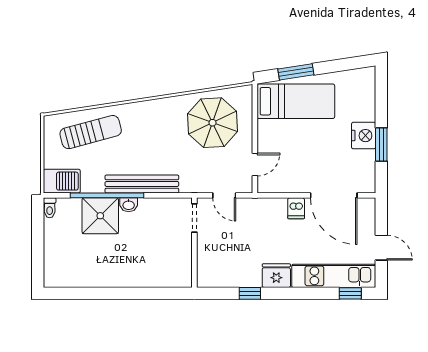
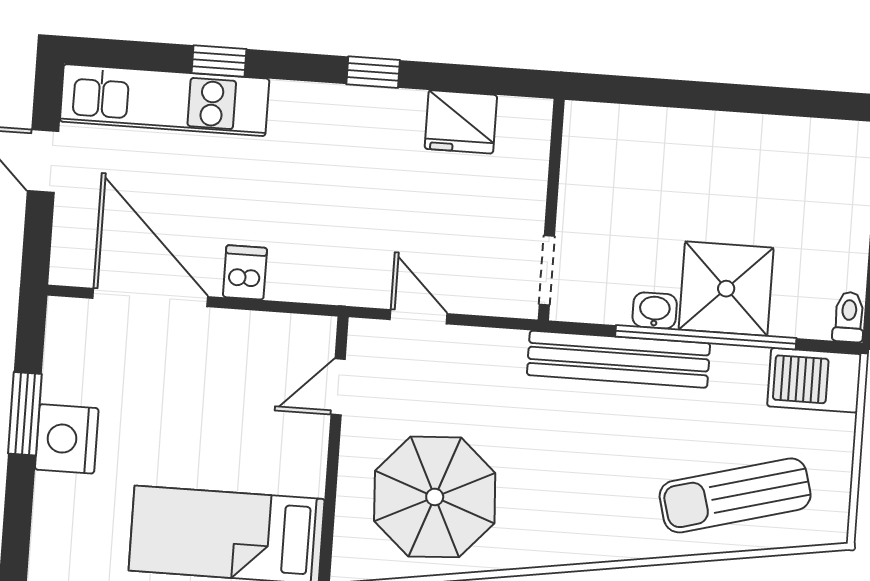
doorway: (194, 218) -> (547, 270), moved
wall: (194, 243) -> (551, 210), moved
fridge: (276, 276) -> (461, 122), moved
window: (350, 293) -> (219, 61), moved

